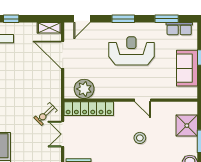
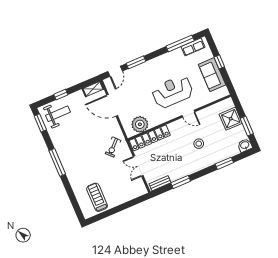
window: (123, 19) -> (136, 62), moved
window: (167, 19) -> (180, 43), width x1.44
reception desk: (131, 51) -> (172, 92), moved
exercise bike: (46, 114) -> (113, 147), moved

